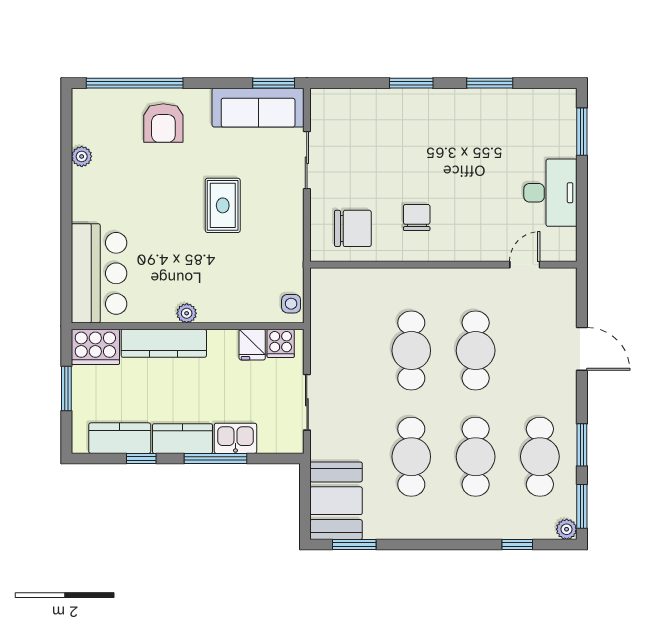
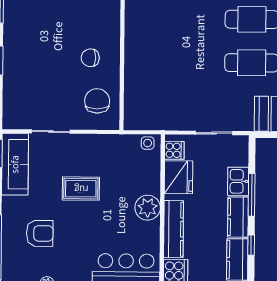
armchair: (163, 123) -> (40, 233), moved
plant: (187, 313) -> (148, 208), width x1.88, depth x1.88
fridge: (252, 345) -> (178, 177), width x1.88, depth x1.34
cafe table: (411, 351) -> (180, 62), removed
cafe table: (476, 351) -> (180, 19), removed

